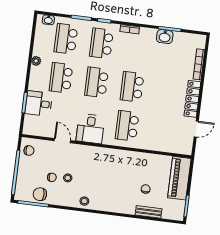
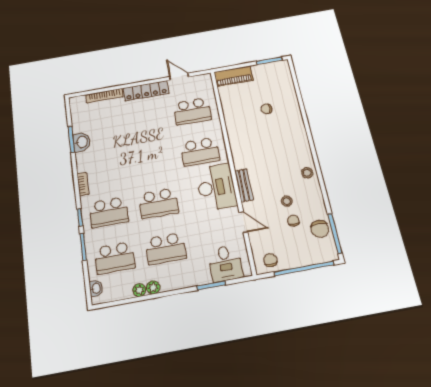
plant: (37, 51) -> (139, 290), added
school desk: (132, 87) -> (192, 111), moved
desk: (39, 104) -> (225, 263), moved
desk: (90, 129) -> (216, 187), width x1.37
door: (62, 141) -> (243, 222), swing flipped
piano: (179, 178) -> (234, 76), width x0.73, depth x0.75
bench: (149, 212) -> (244, 185), moved

